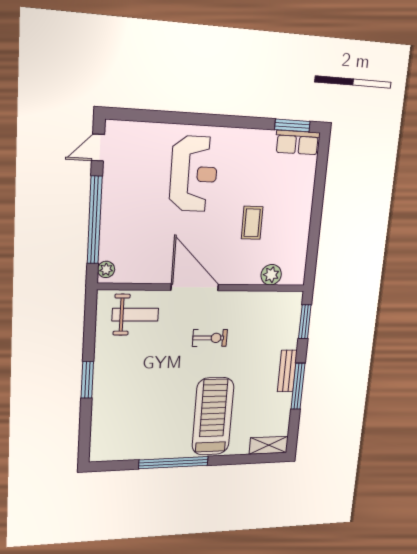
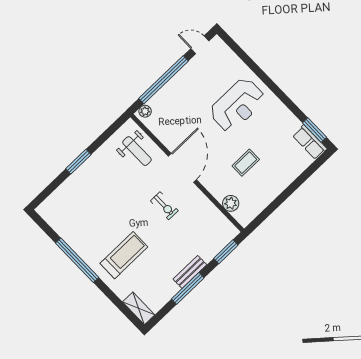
treadmill: (213, 416) -> (124, 255), width x0.73, depth x0.73

